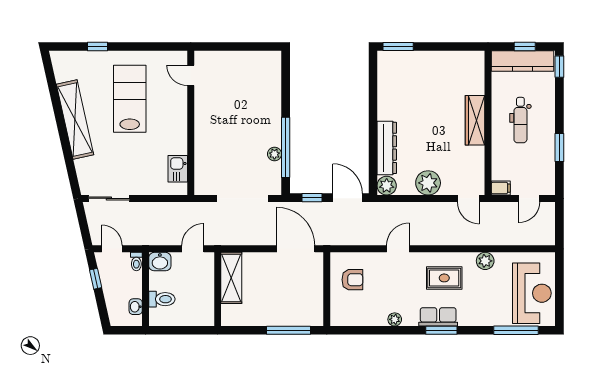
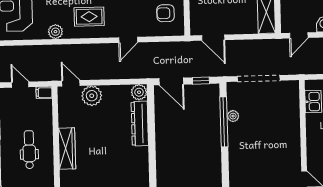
plant: (428, 183) -> (92, 96), moved
door: (529, 198) -> (20, 85), hinge flipped
door: (296, 249) -> (213, 38), width x0.73

